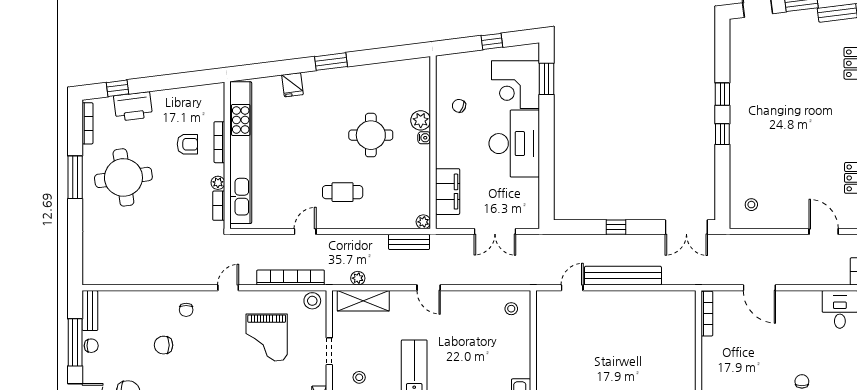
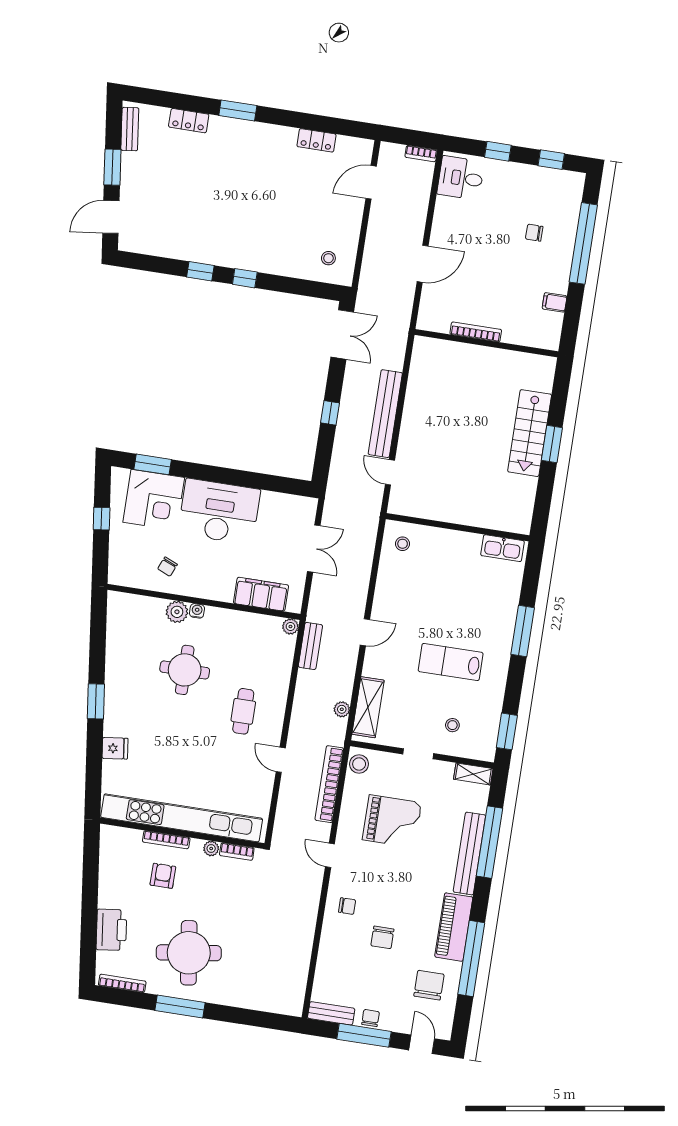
window: (117, 88) -> (88, 944), removed
bookcase: (707, 314) -> (476, 332), moved

